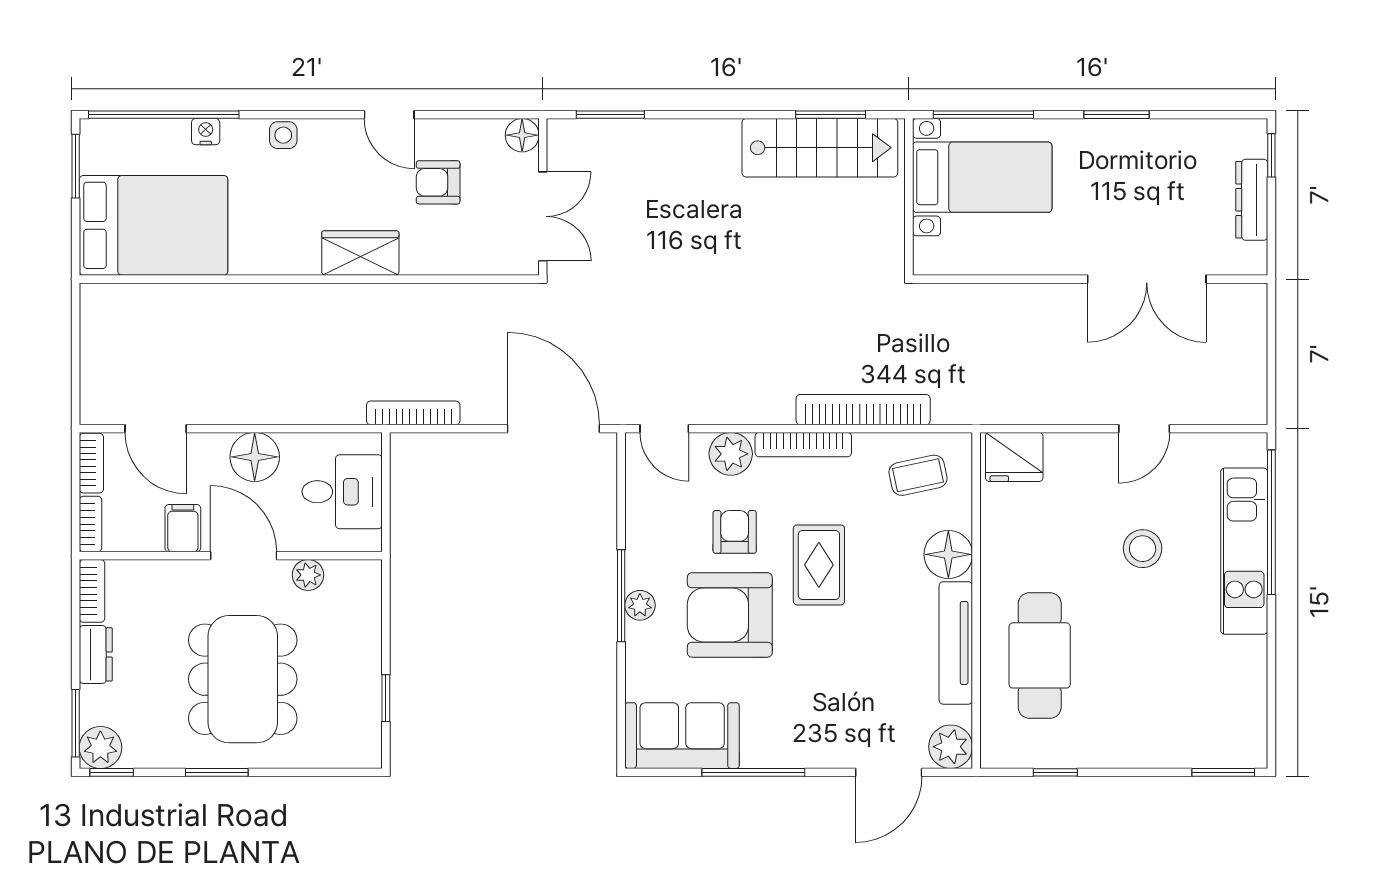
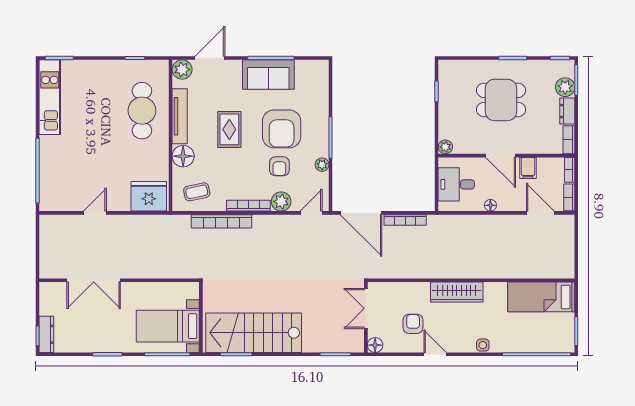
nightstand: (206, 132) -> (518, 347), removed
stairs: (820, 148) -> (254, 333), width x1.36, depth x1.51
armchair: (438, 182) -> (413, 324), turned -90
dresser: (1252, 200) -> (46, 334), moved
bed: (154, 225) -> (541, 297), width x0.67
wardrobe: (360, 253) -> (457, 292), width x1.50
double door: (1147, 279) -> (94, 280), swing flipped
bookcase: (413, 413) -> (405, 220), moved
door: (664, 429) -> (311, 213), hinge flipped
floor lamp: (255, 457) -> (490, 205), width x0.53, depth x0.53
fridge: (1014, 457) -> (149, 196), width x1.36, depth x1.34
stool: (1143, 549) -> (96, 159), removed
kitchen unit: (1244, 551) -> (50, 97), moved
rug: (819, 565) -> (229, 129), moved
plant: (308, 575) -> (445, 147), moved
plant: (640, 605) -> (322, 165), moved
armchair: (730, 615) -> (282, 129), turned 90
dining table: (243, 679) -> (501, 100), width x0.73
sofa: (682, 736) -> (268, 75), moved
plant: (100, 748) -> (565, 87), moved

